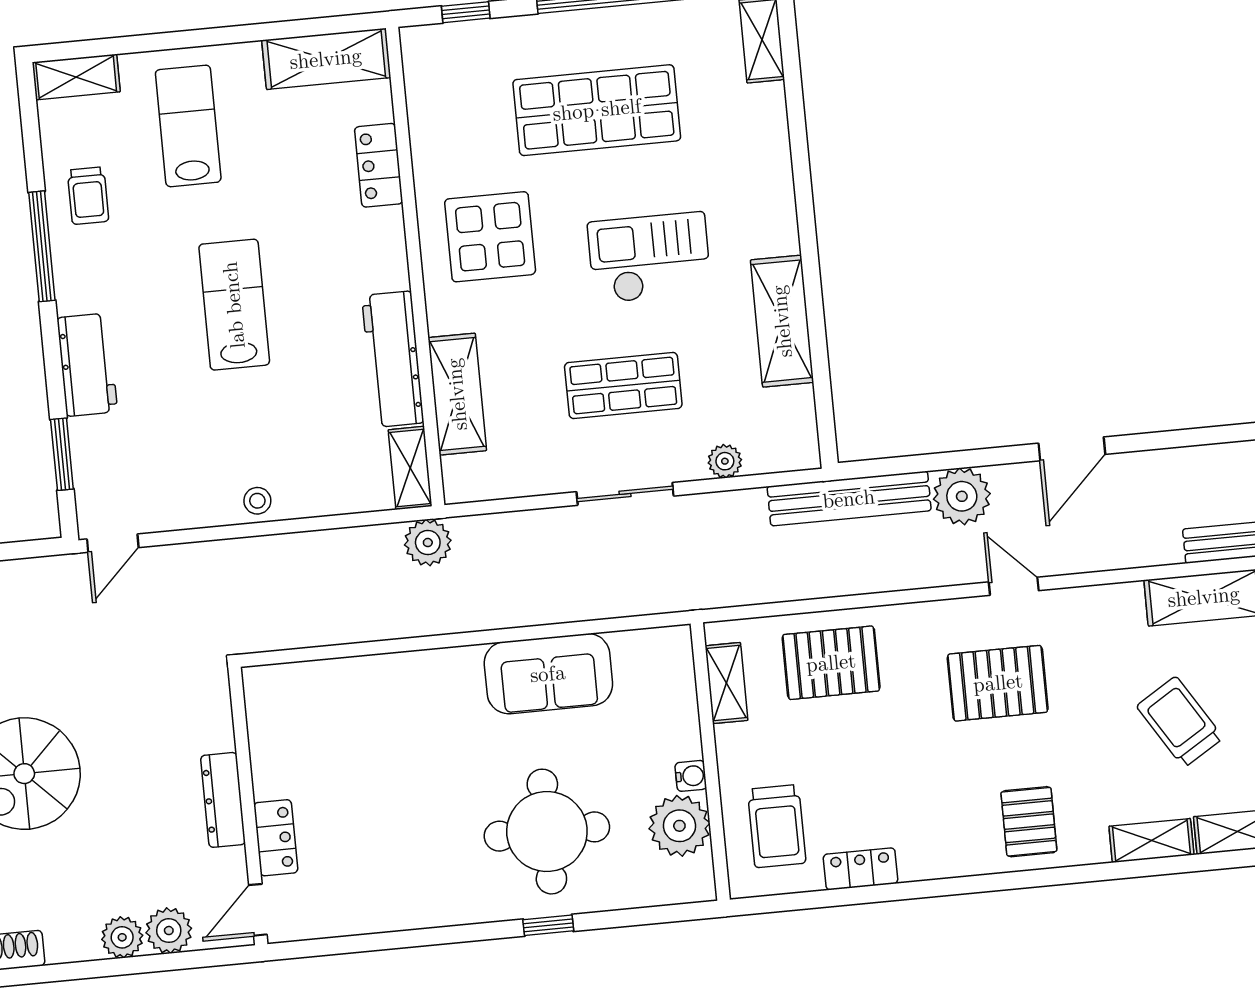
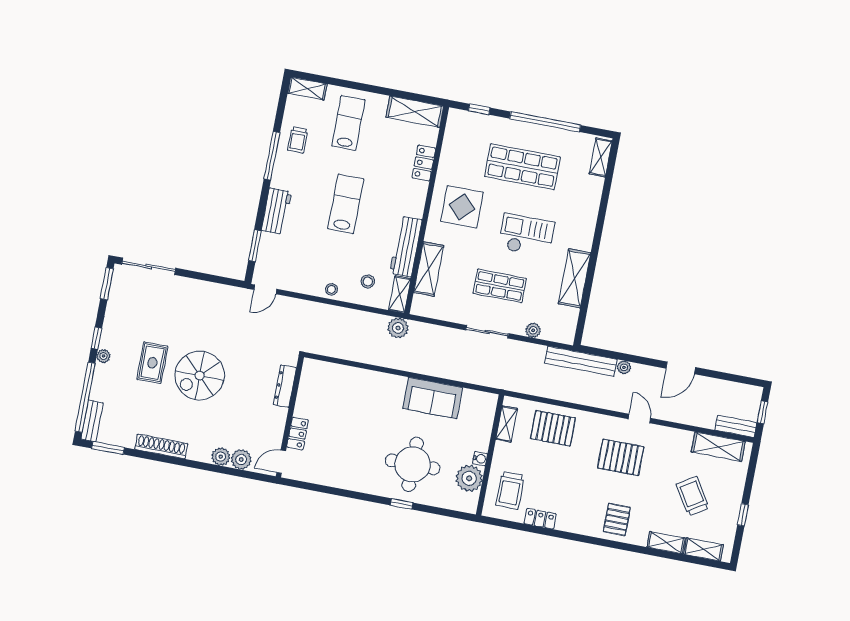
stool: (332, 460) -> (368, 282), added
plant: (962, 496) -> (624, 367), width x0.53, depth x0.53
dresser: (223, 800) -> (285, 386), moved

